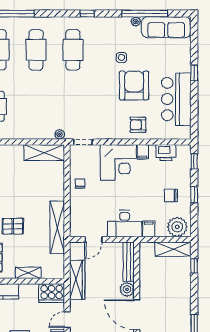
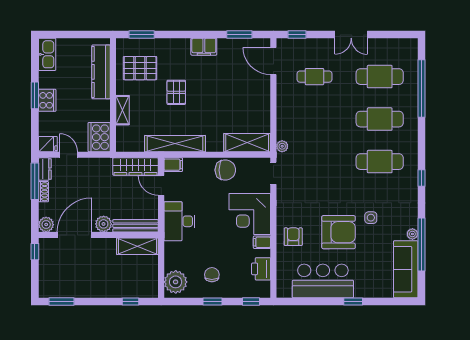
shelving: (44, 153) -> (247, 143), moved, turned 90
chair: (80, 184) -> (225, 170), width x1.87, depth x1.87
filing cabinet: (149, 229) -> (173, 165), moved
shelving: (173, 249) -> (137, 246), moved, turned 90
wardrobe: (77, 280) -> (135, 167), moved

